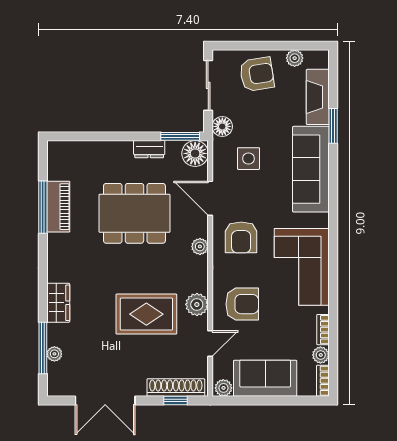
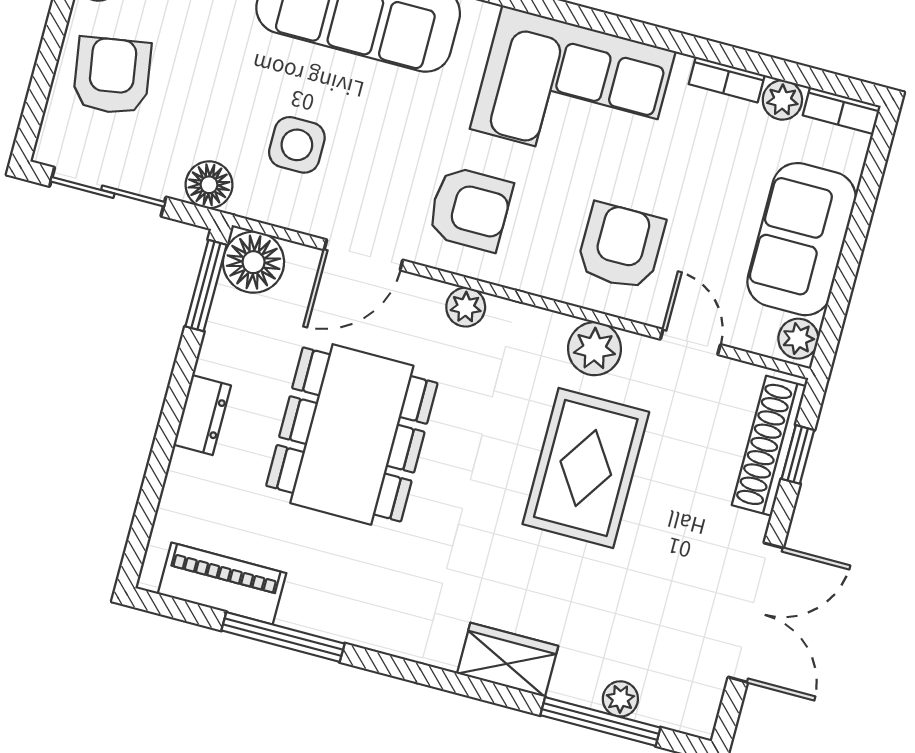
dresser: (149, 149) -> (202, 415), moved
piano: (58, 207) -> (222, 583), moved

